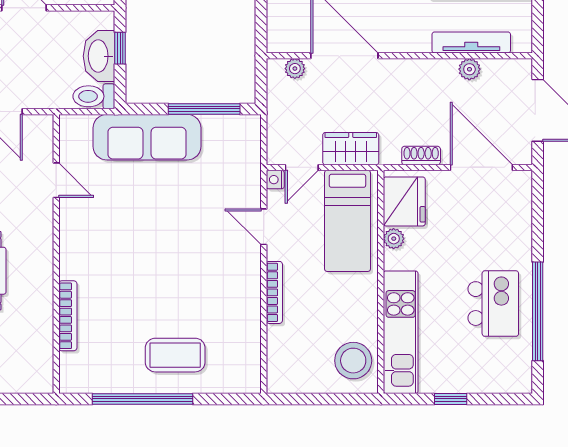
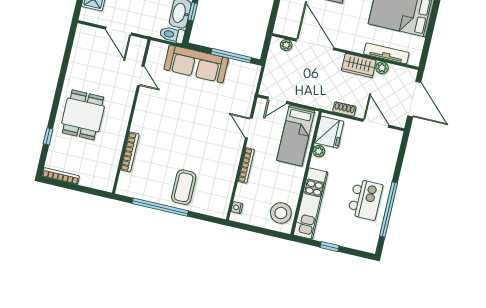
wardrobe: (351, 149) -> (359, 66), moved, turned 180
door: (481, 167) -> (376, 123), width x0.73
nightstand: (275, 180) -> (237, 208), moved
coffee table: (175, 355) -> (184, 187), turned 90

